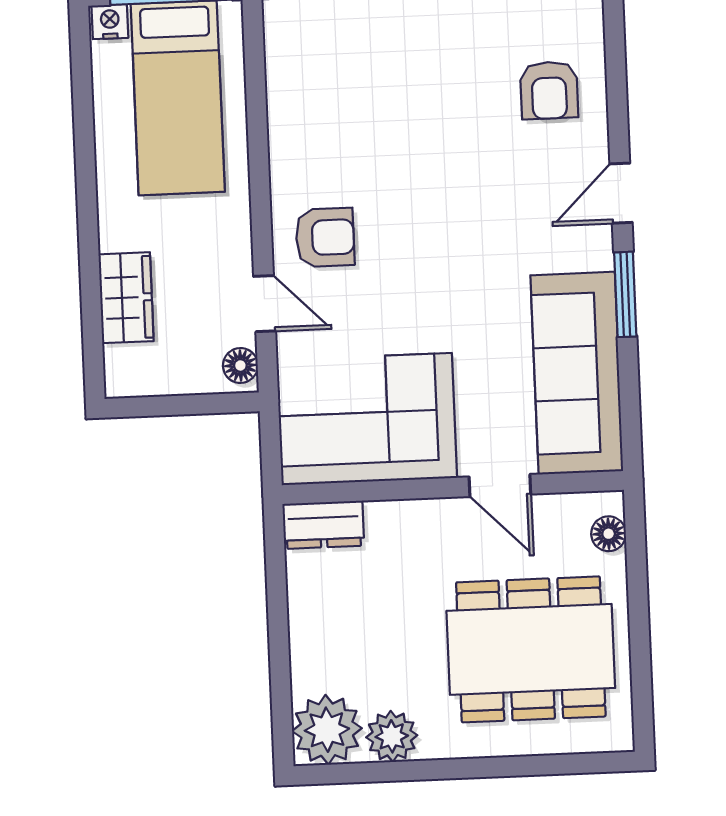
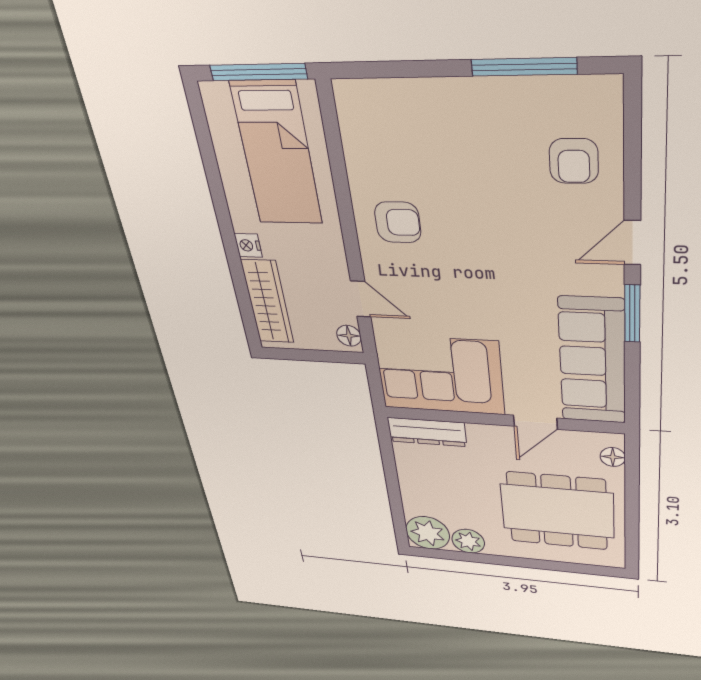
nightstand: (110, 22) -> (248, 245), moved, turned -90
armchair: (325, 237) -> (398, 222), moved
wardrobe: (126, 298) -> (267, 302), width x1.50
door: (500, 486) -> (535, 422), hinge flipped
dresser: (323, 525) -> (427, 432), width x1.44

